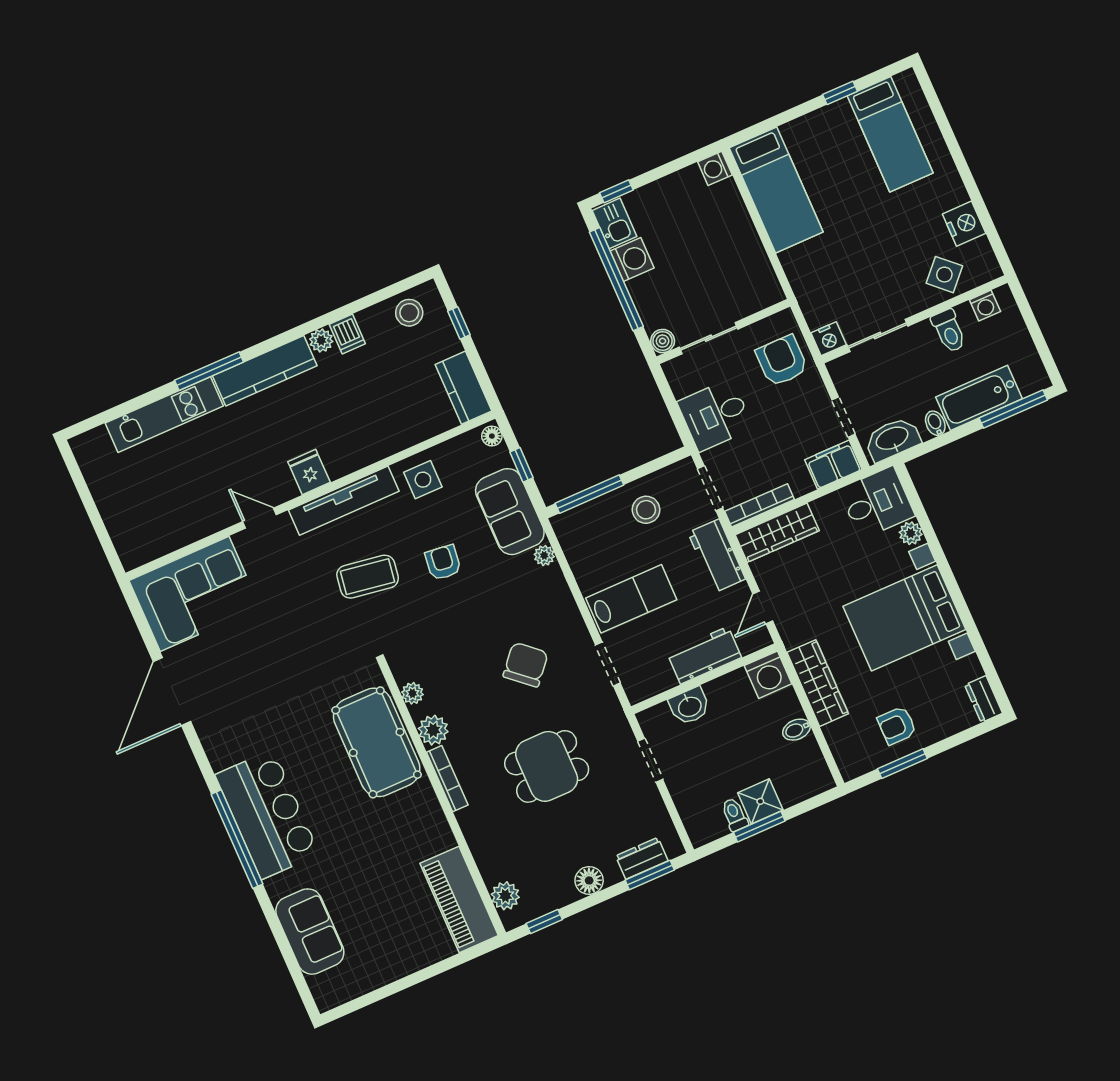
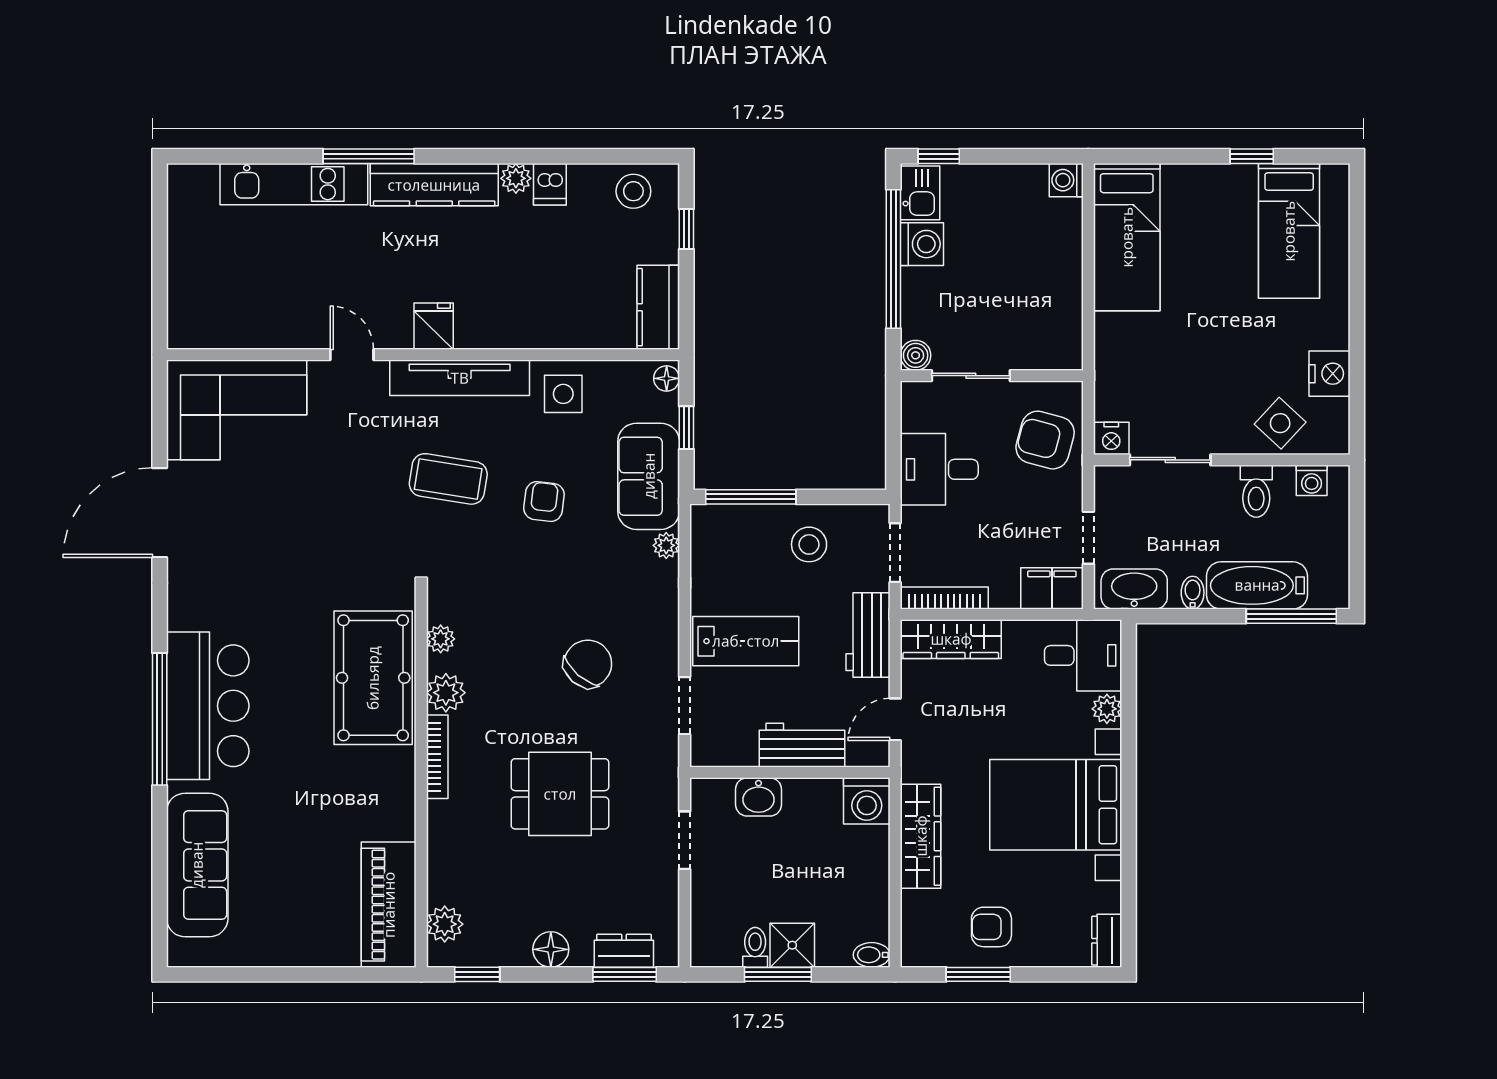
armchair: (782, 361) -> (1045, 440), turned -75
bidet: (796, 730) -> (872, 955), moved
sofa: (310, 932) -> (197, 865), width x1.36

